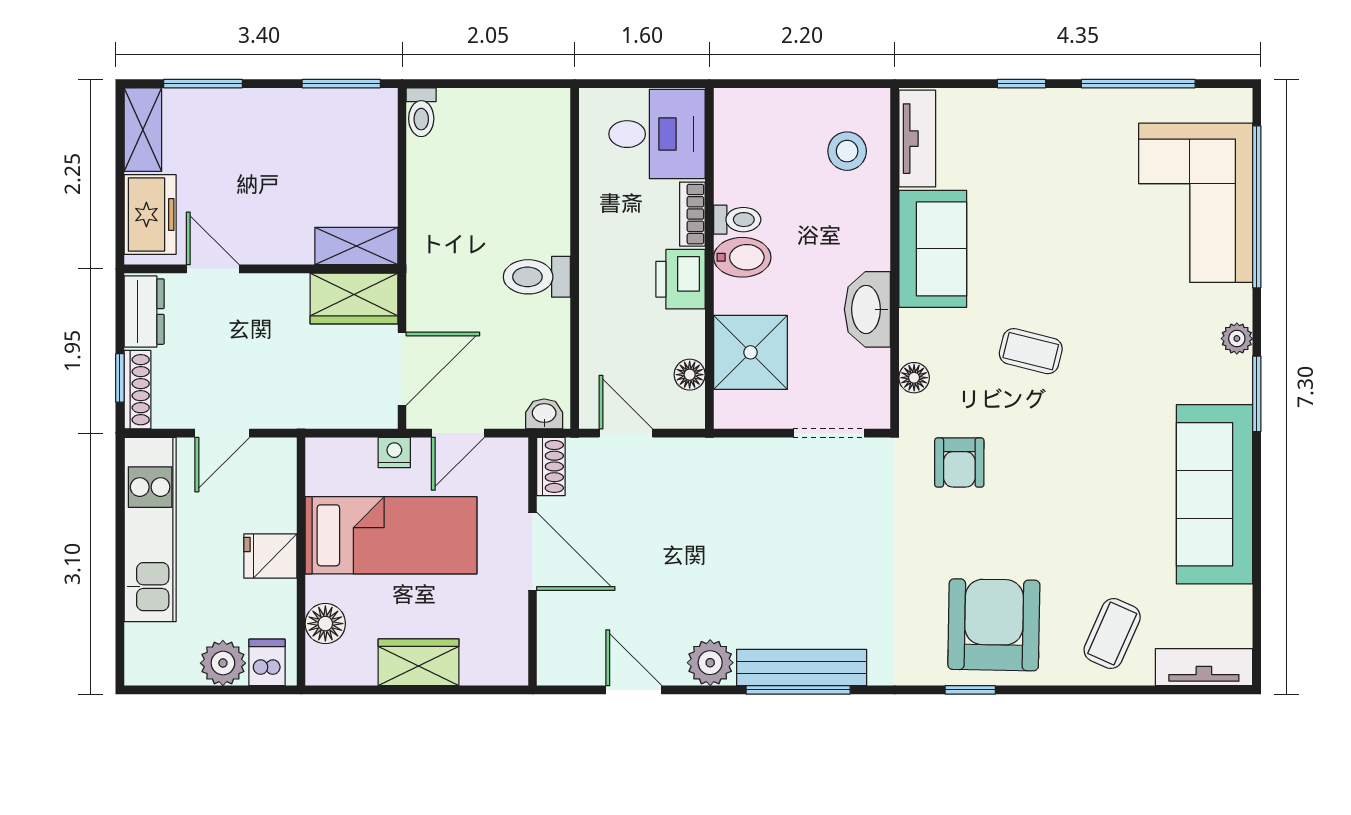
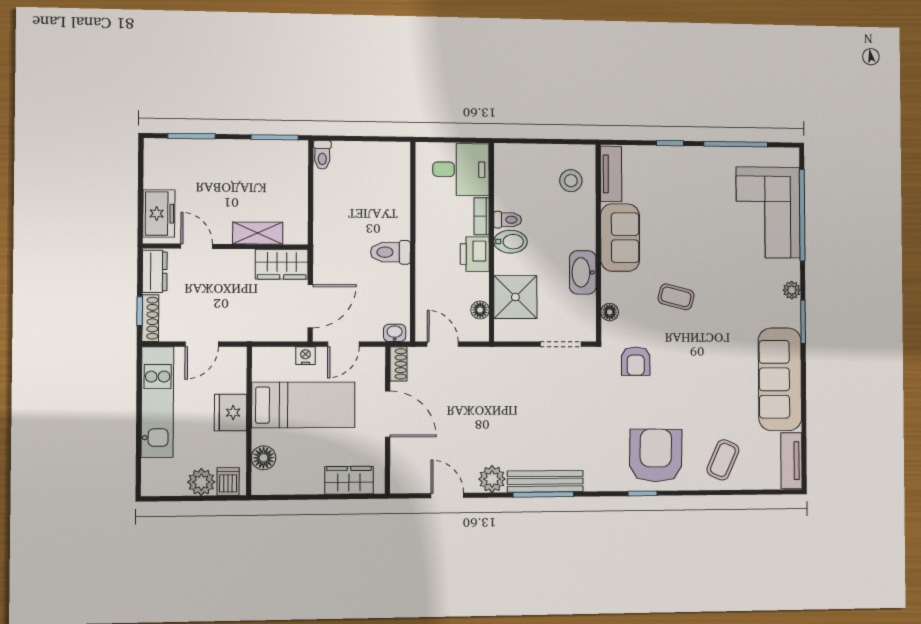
shelving: (143, 130) -> (155, 163), removed
shelving: (356, 246) -> (258, 233), moved
fridge: (270, 556) -> (231, 413), width x1.38
wardrobe: (419, 662) -> (349, 480), moved
tv unit: (1204, 667) -> (791, 461), moved, turned -90

